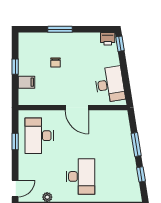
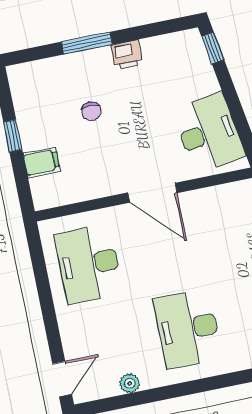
printer: (108, 39) -> (127, 55), moved
window: (15, 141) -> (43, 285), removed
desk: (81, 176) -> (188, 329), turned 180

